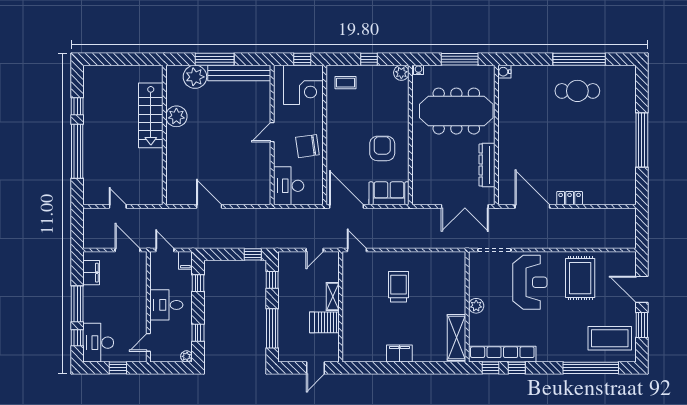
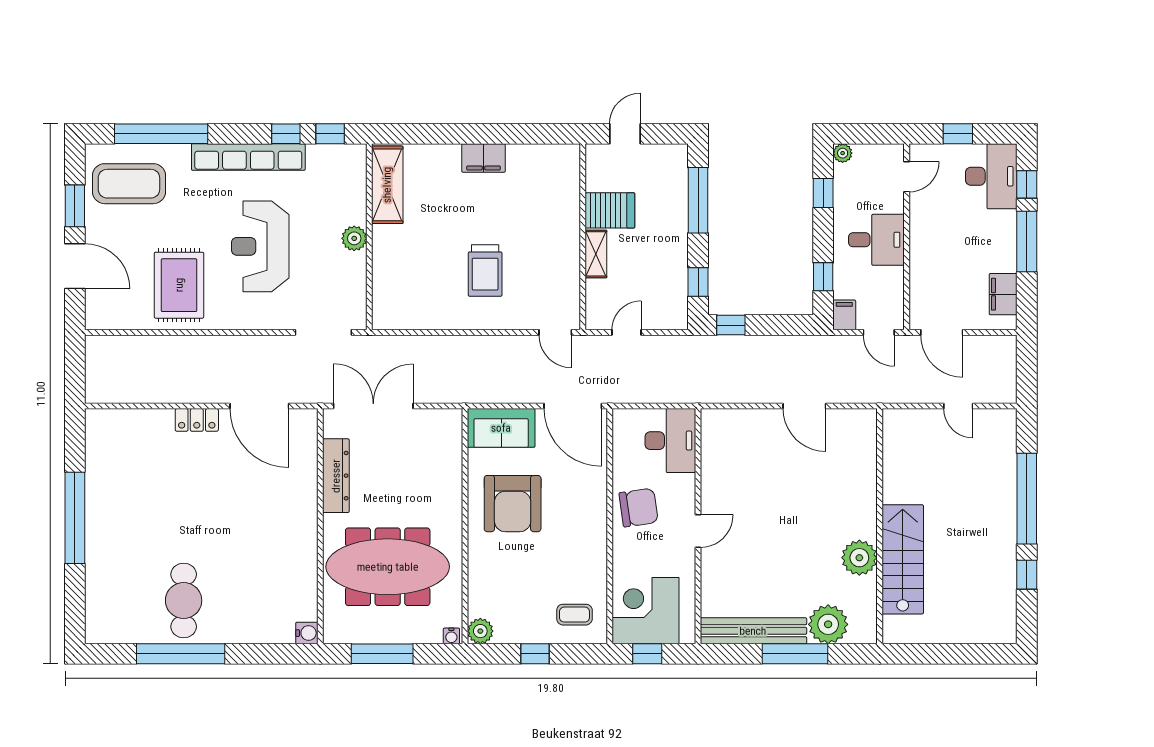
cafe table: (577, 91) -> (184, 601), turned 90
armchair: (382, 148) -> (513, 504), width x1.36, depth x1.36
reception desk: (530, 282) -> (260, 246), moved
row of seats: (502, 354) -> (248, 157), moved

